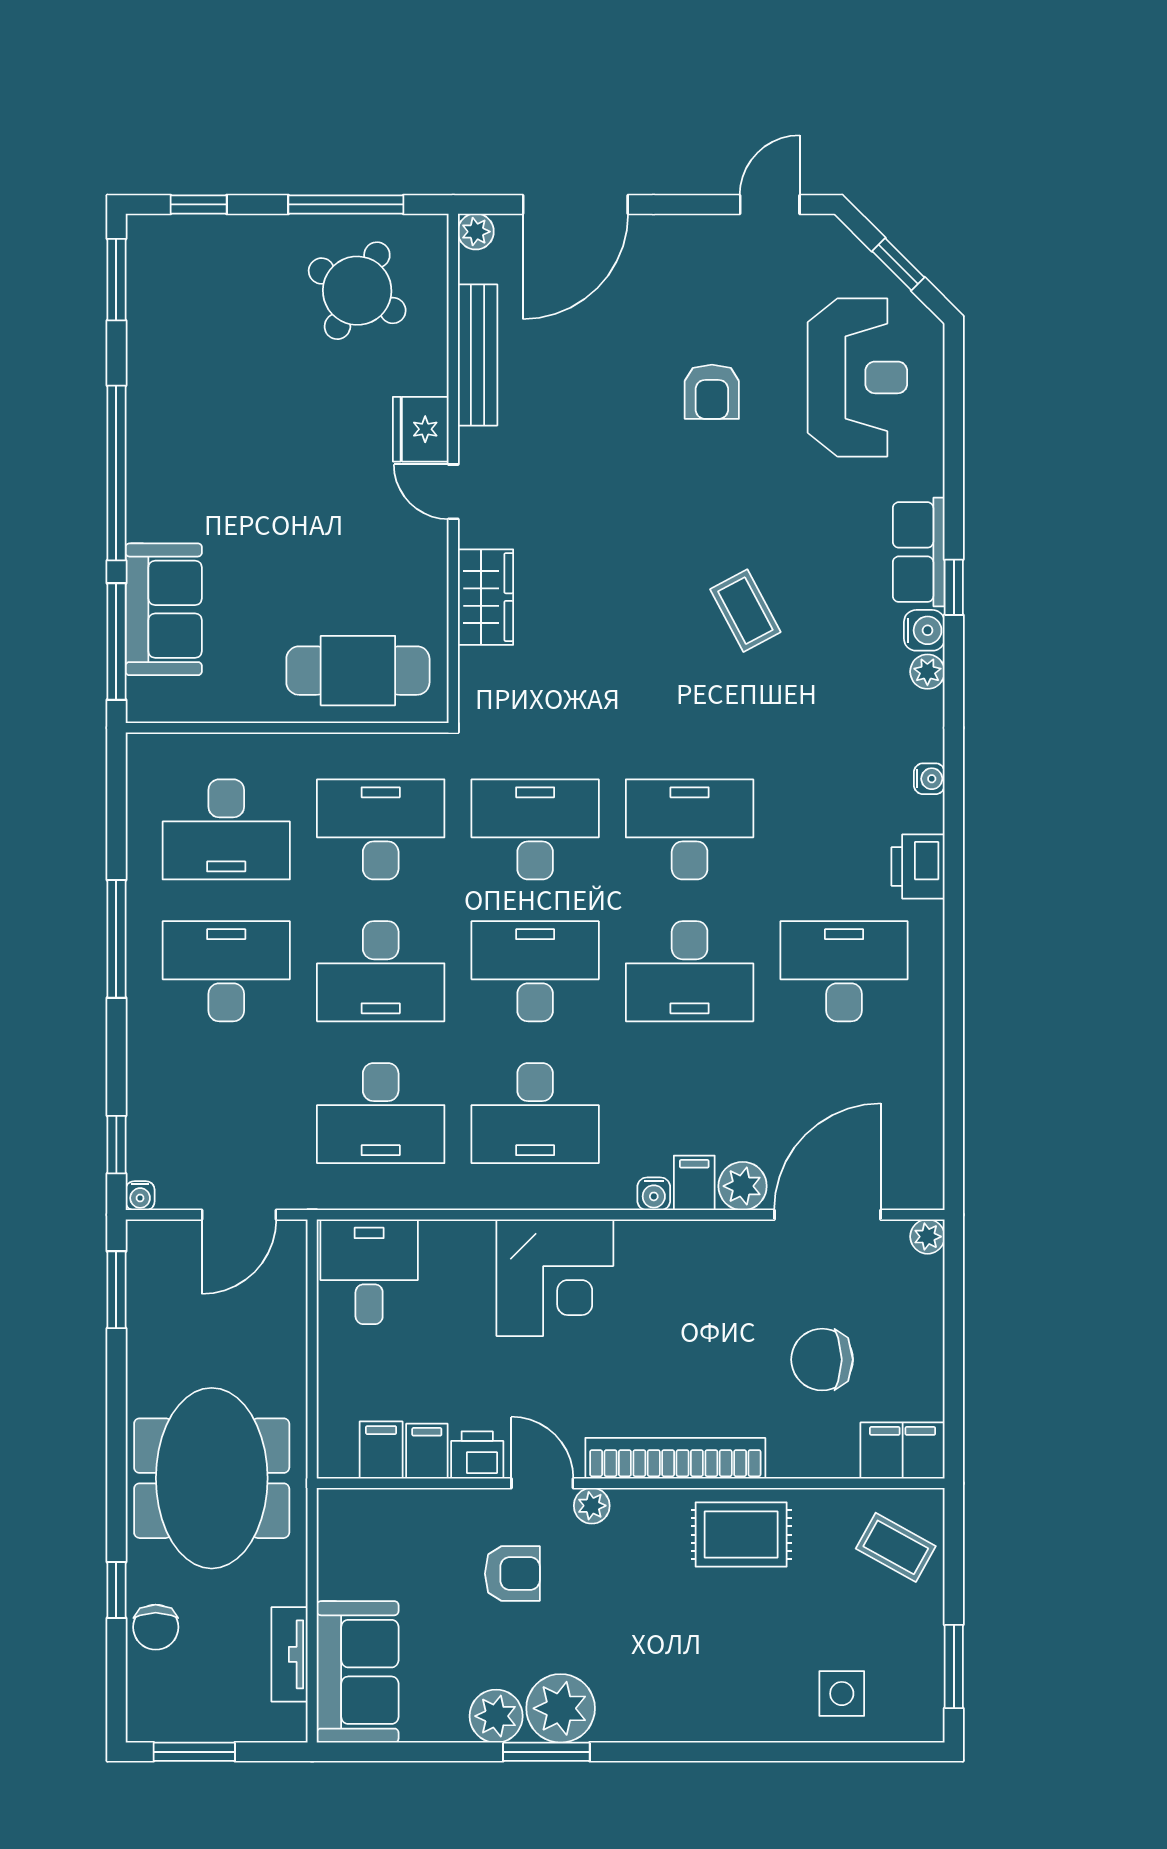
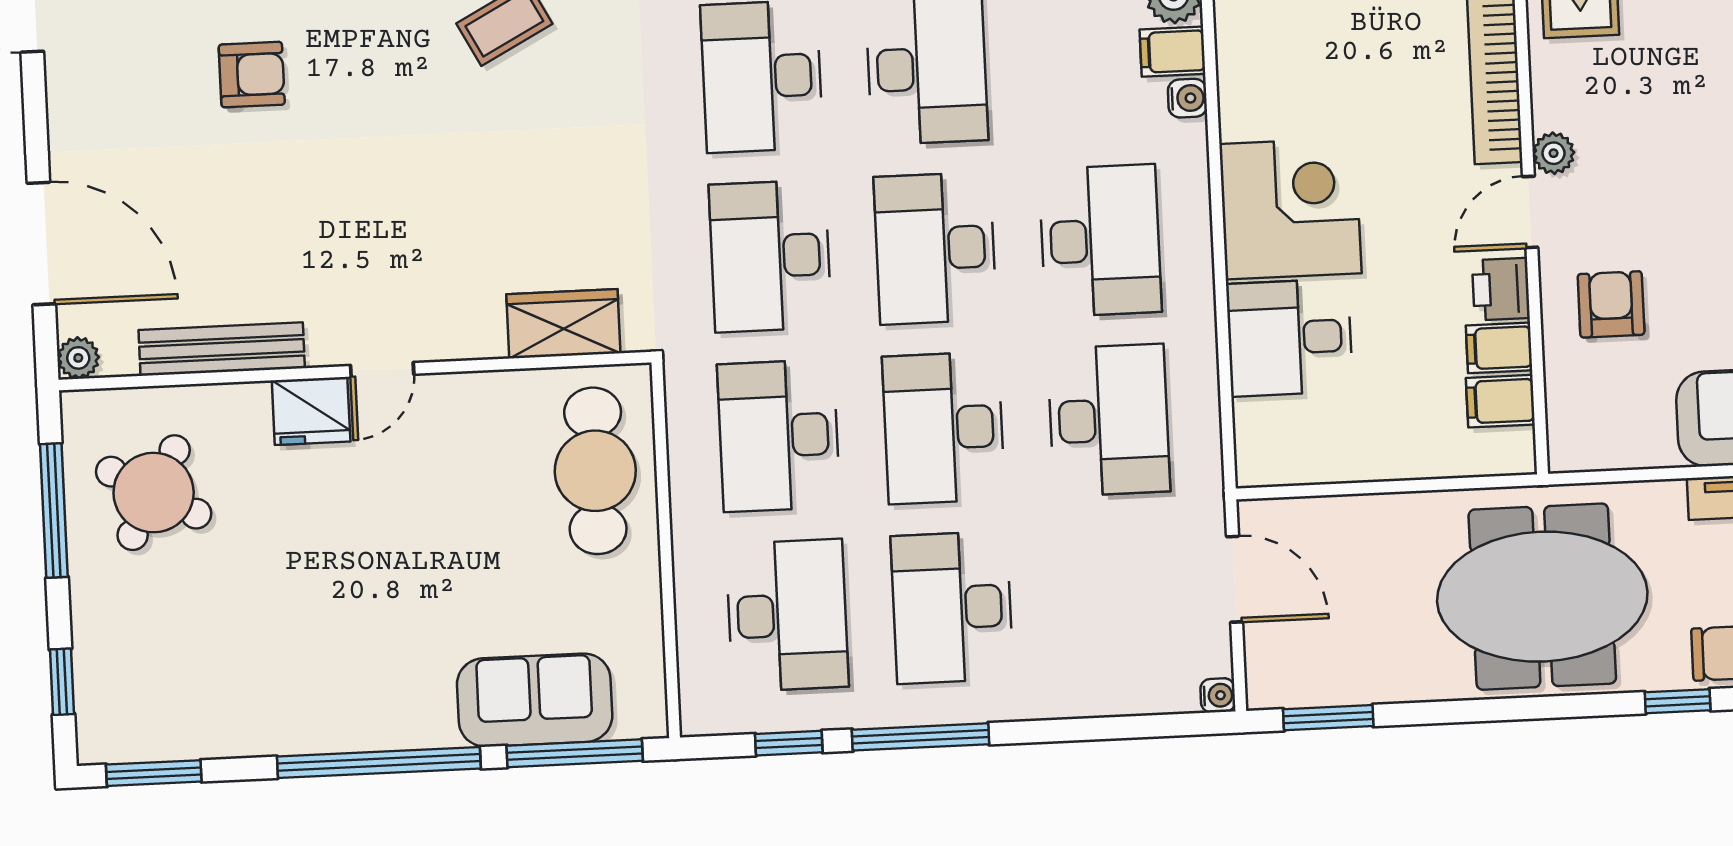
wardrobe: (485, 597) -> (563, 324), moved
desk: (381, 971) -> (944, 428), turned 180
window: (116, 1145) -> (789, 743), moved
desk: (369, 1272) -> (1290, 338), moved
armchair: (512, 1574) -> (1611, 304), moved

